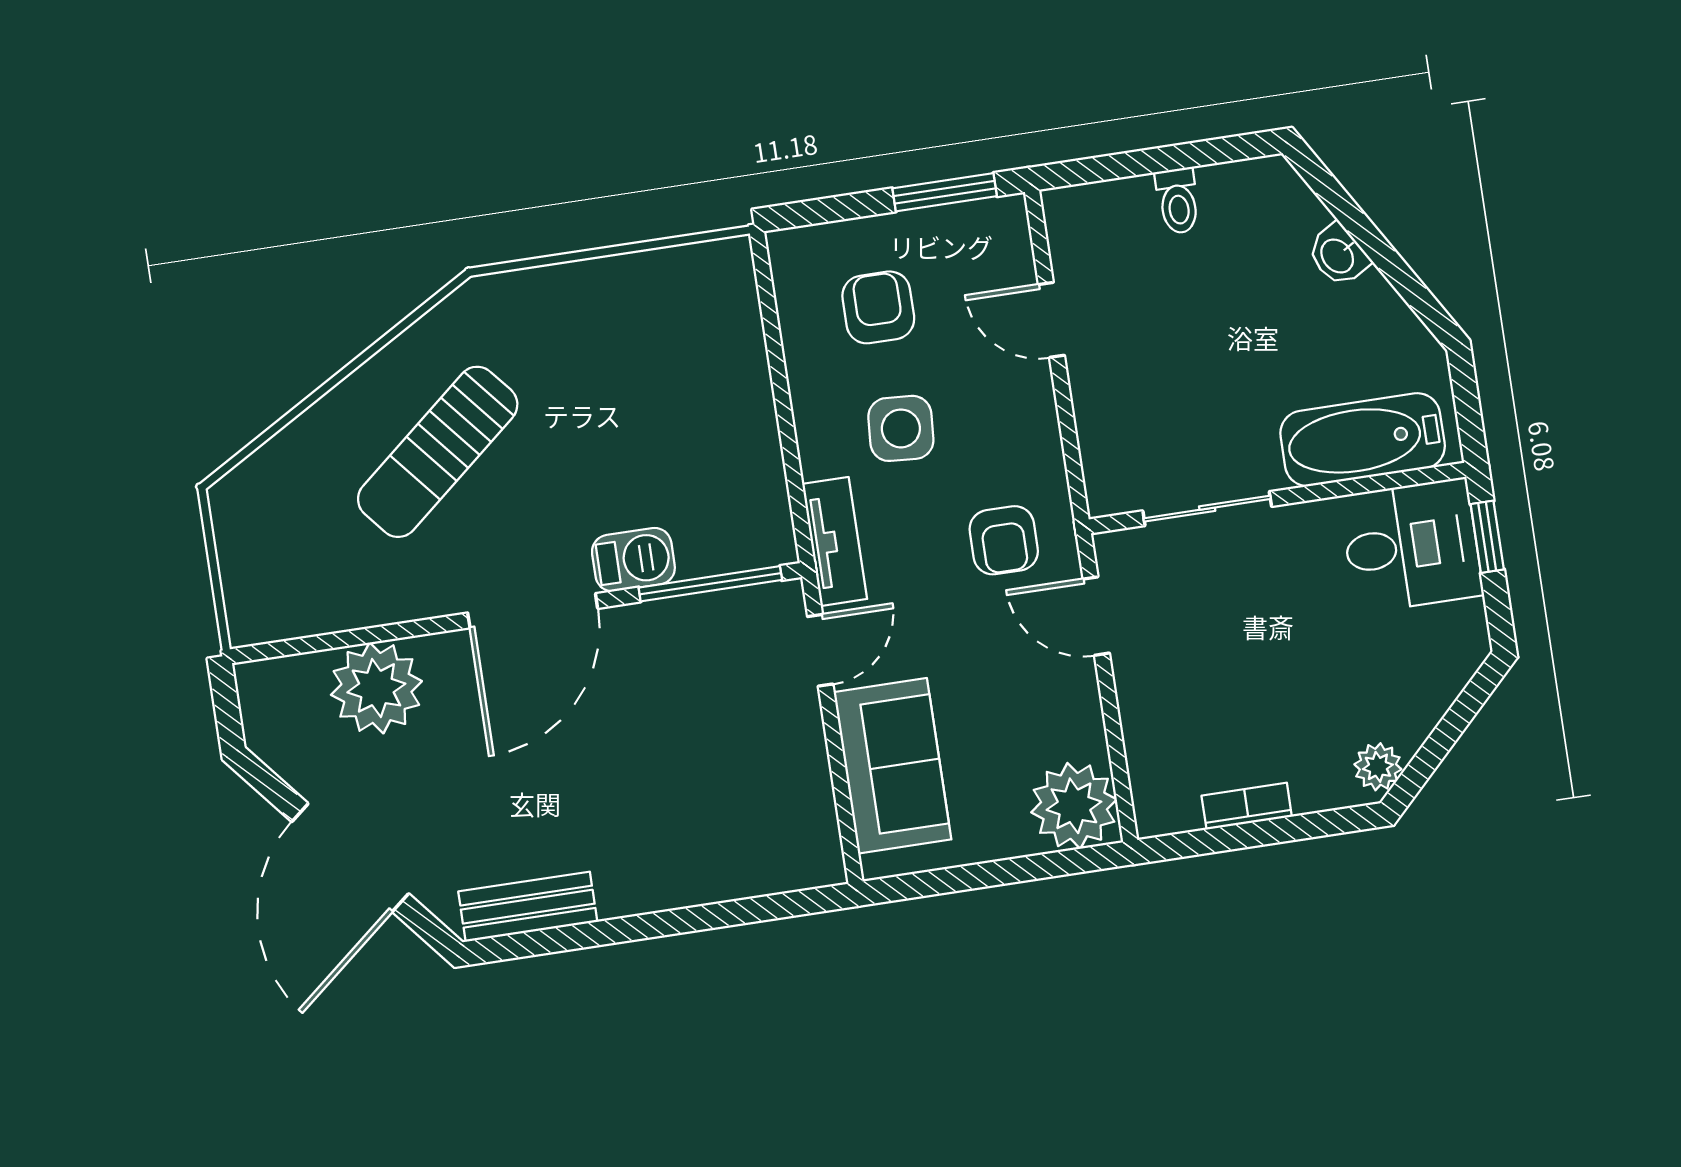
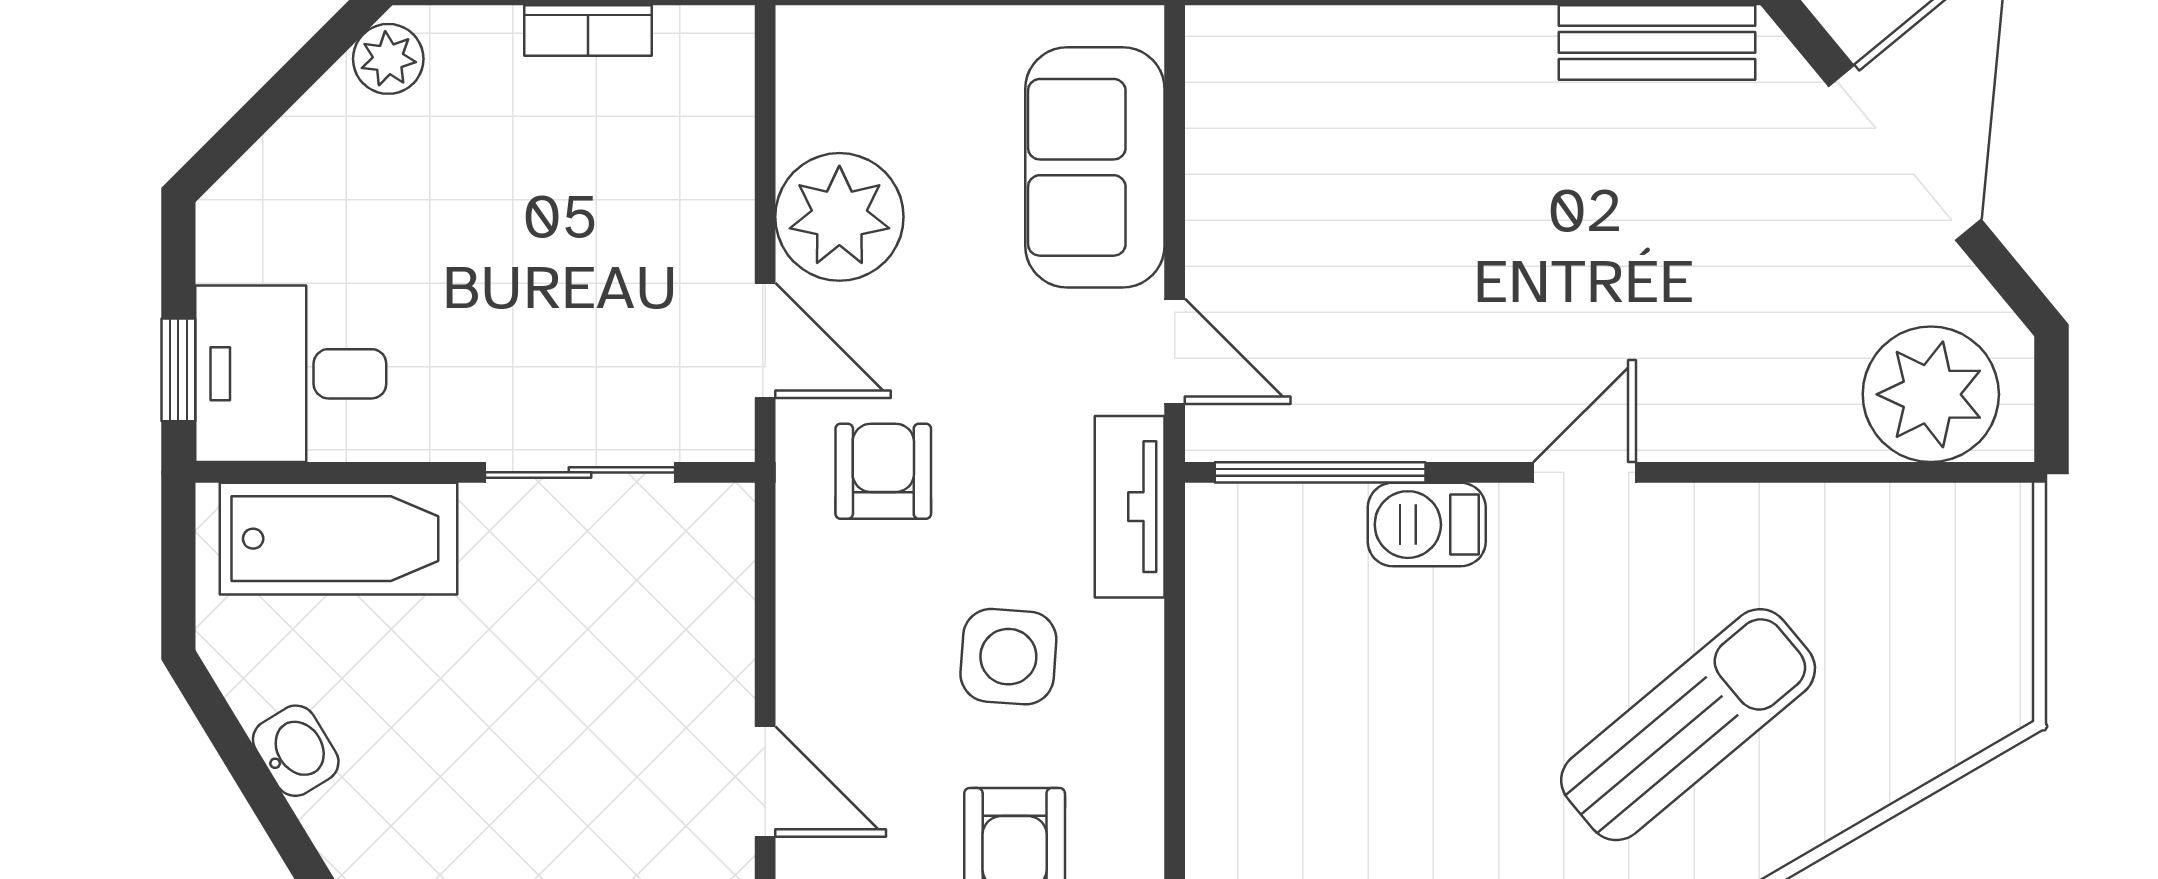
washbasin: (1338, 255) -> (296, 751), moved
door: (533, 611) -> (1585, 472), width x0.53
door: (820, 650) -> (1175, 351), swing flipped
plant: (376, 688) -> (1931, 394), moved
plant: (1074, 806) -> (839, 217), moved

